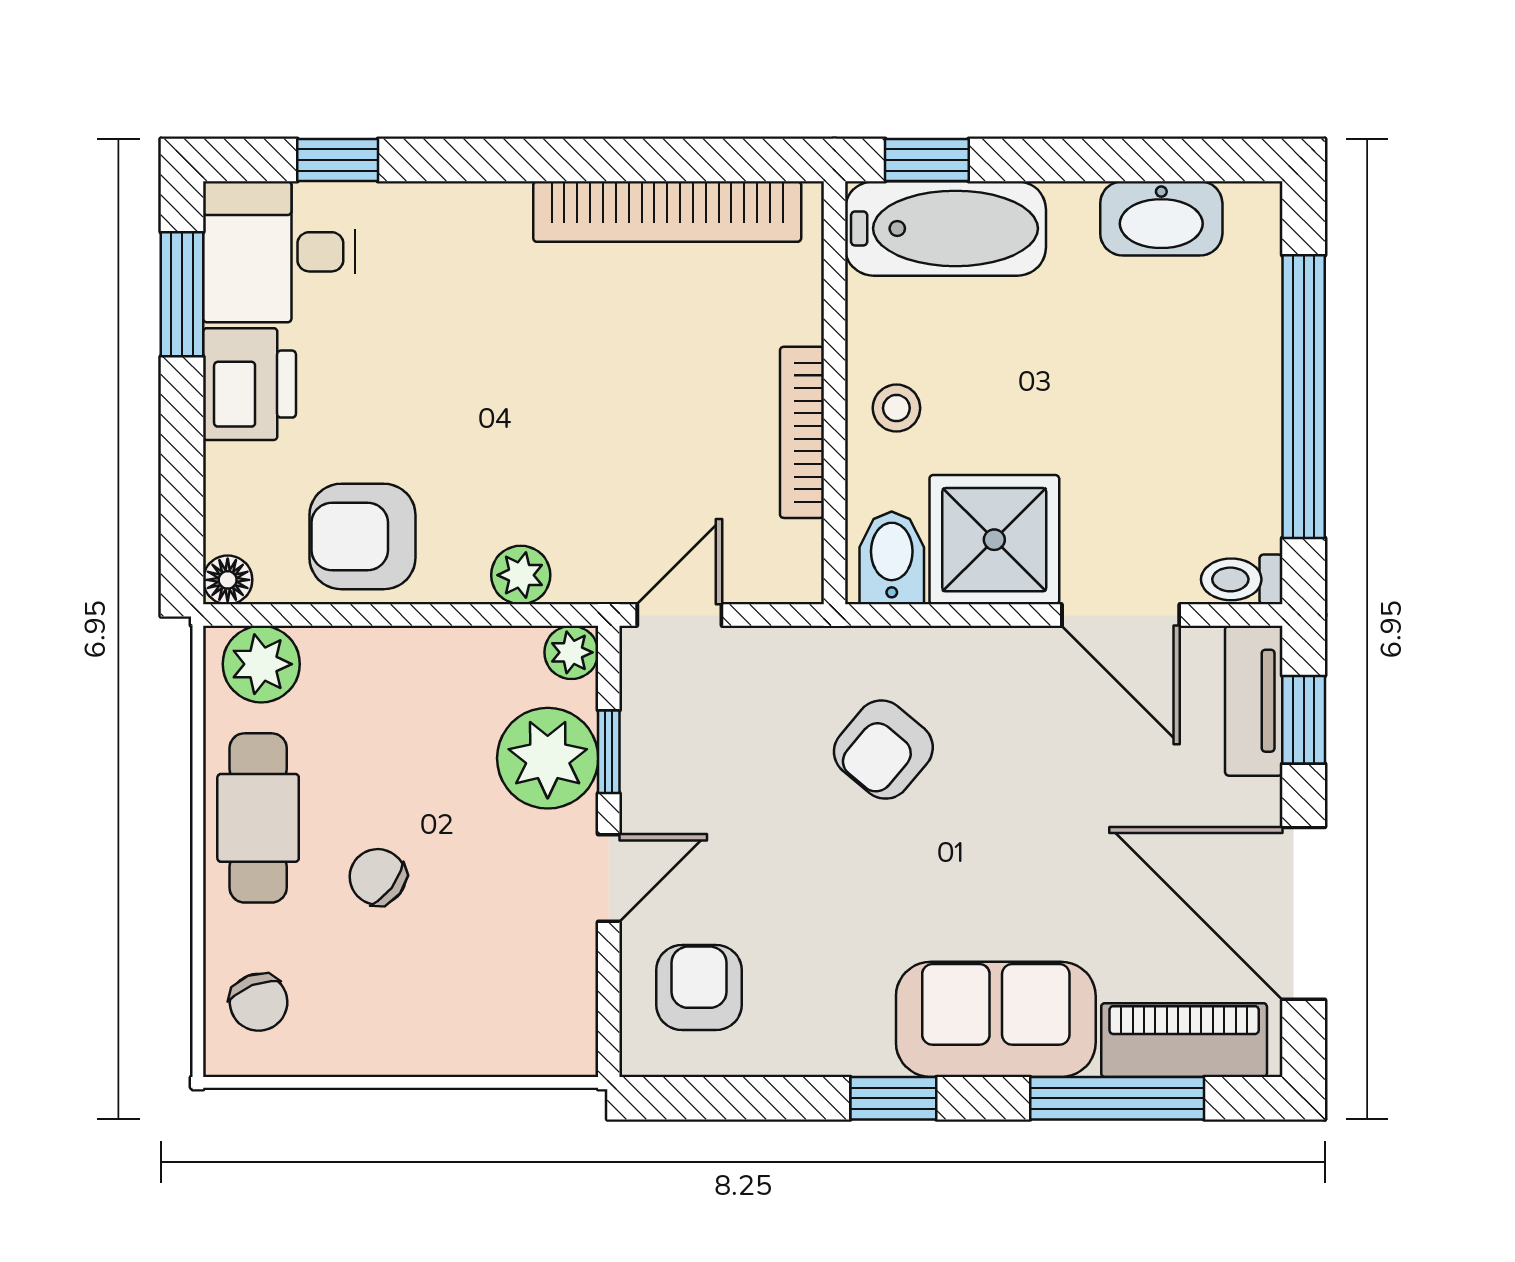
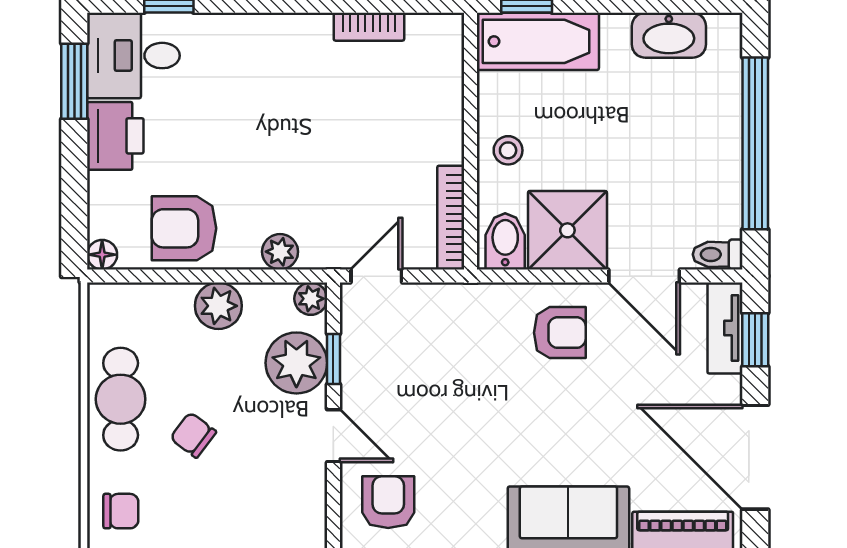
bookcase: (667, 212) -> (369, 27), width x0.43, depth x0.76
bookcase: (802, 432) -> (451, 218), moved
plant: (261, 664) -> (218, 306), moved
armchair: (883, 750) -> (560, 333), moved, turned -130
door: (609, 878) -> (333, 436), hinge flipped
chair: (259, 1002) -> (121, 511), turned -69

